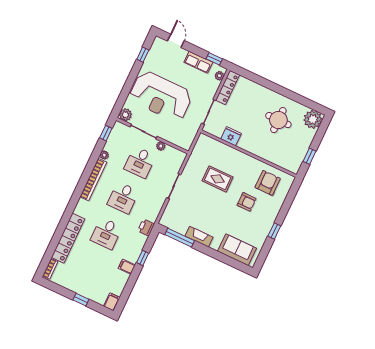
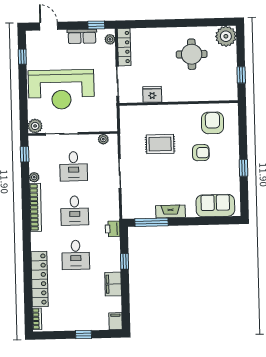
plant: (161, 146) -> (103, 139), moved
filing cabinet: (127, 267) -> (113, 284), width x2.00

